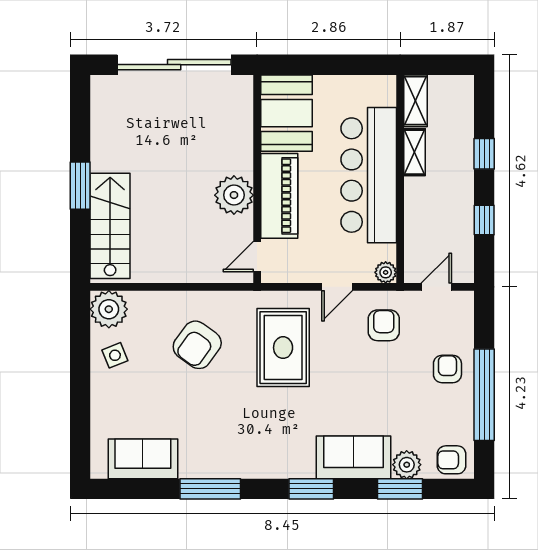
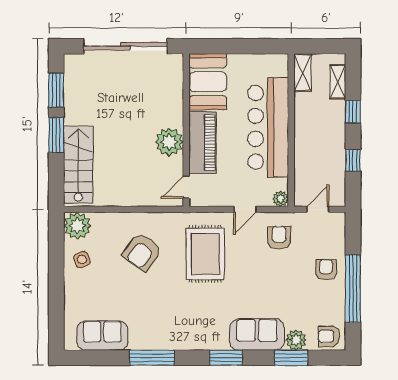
window: (80, 124) -> (56, 90), added
shelving: (414, 152) -> (338, 82), moved

